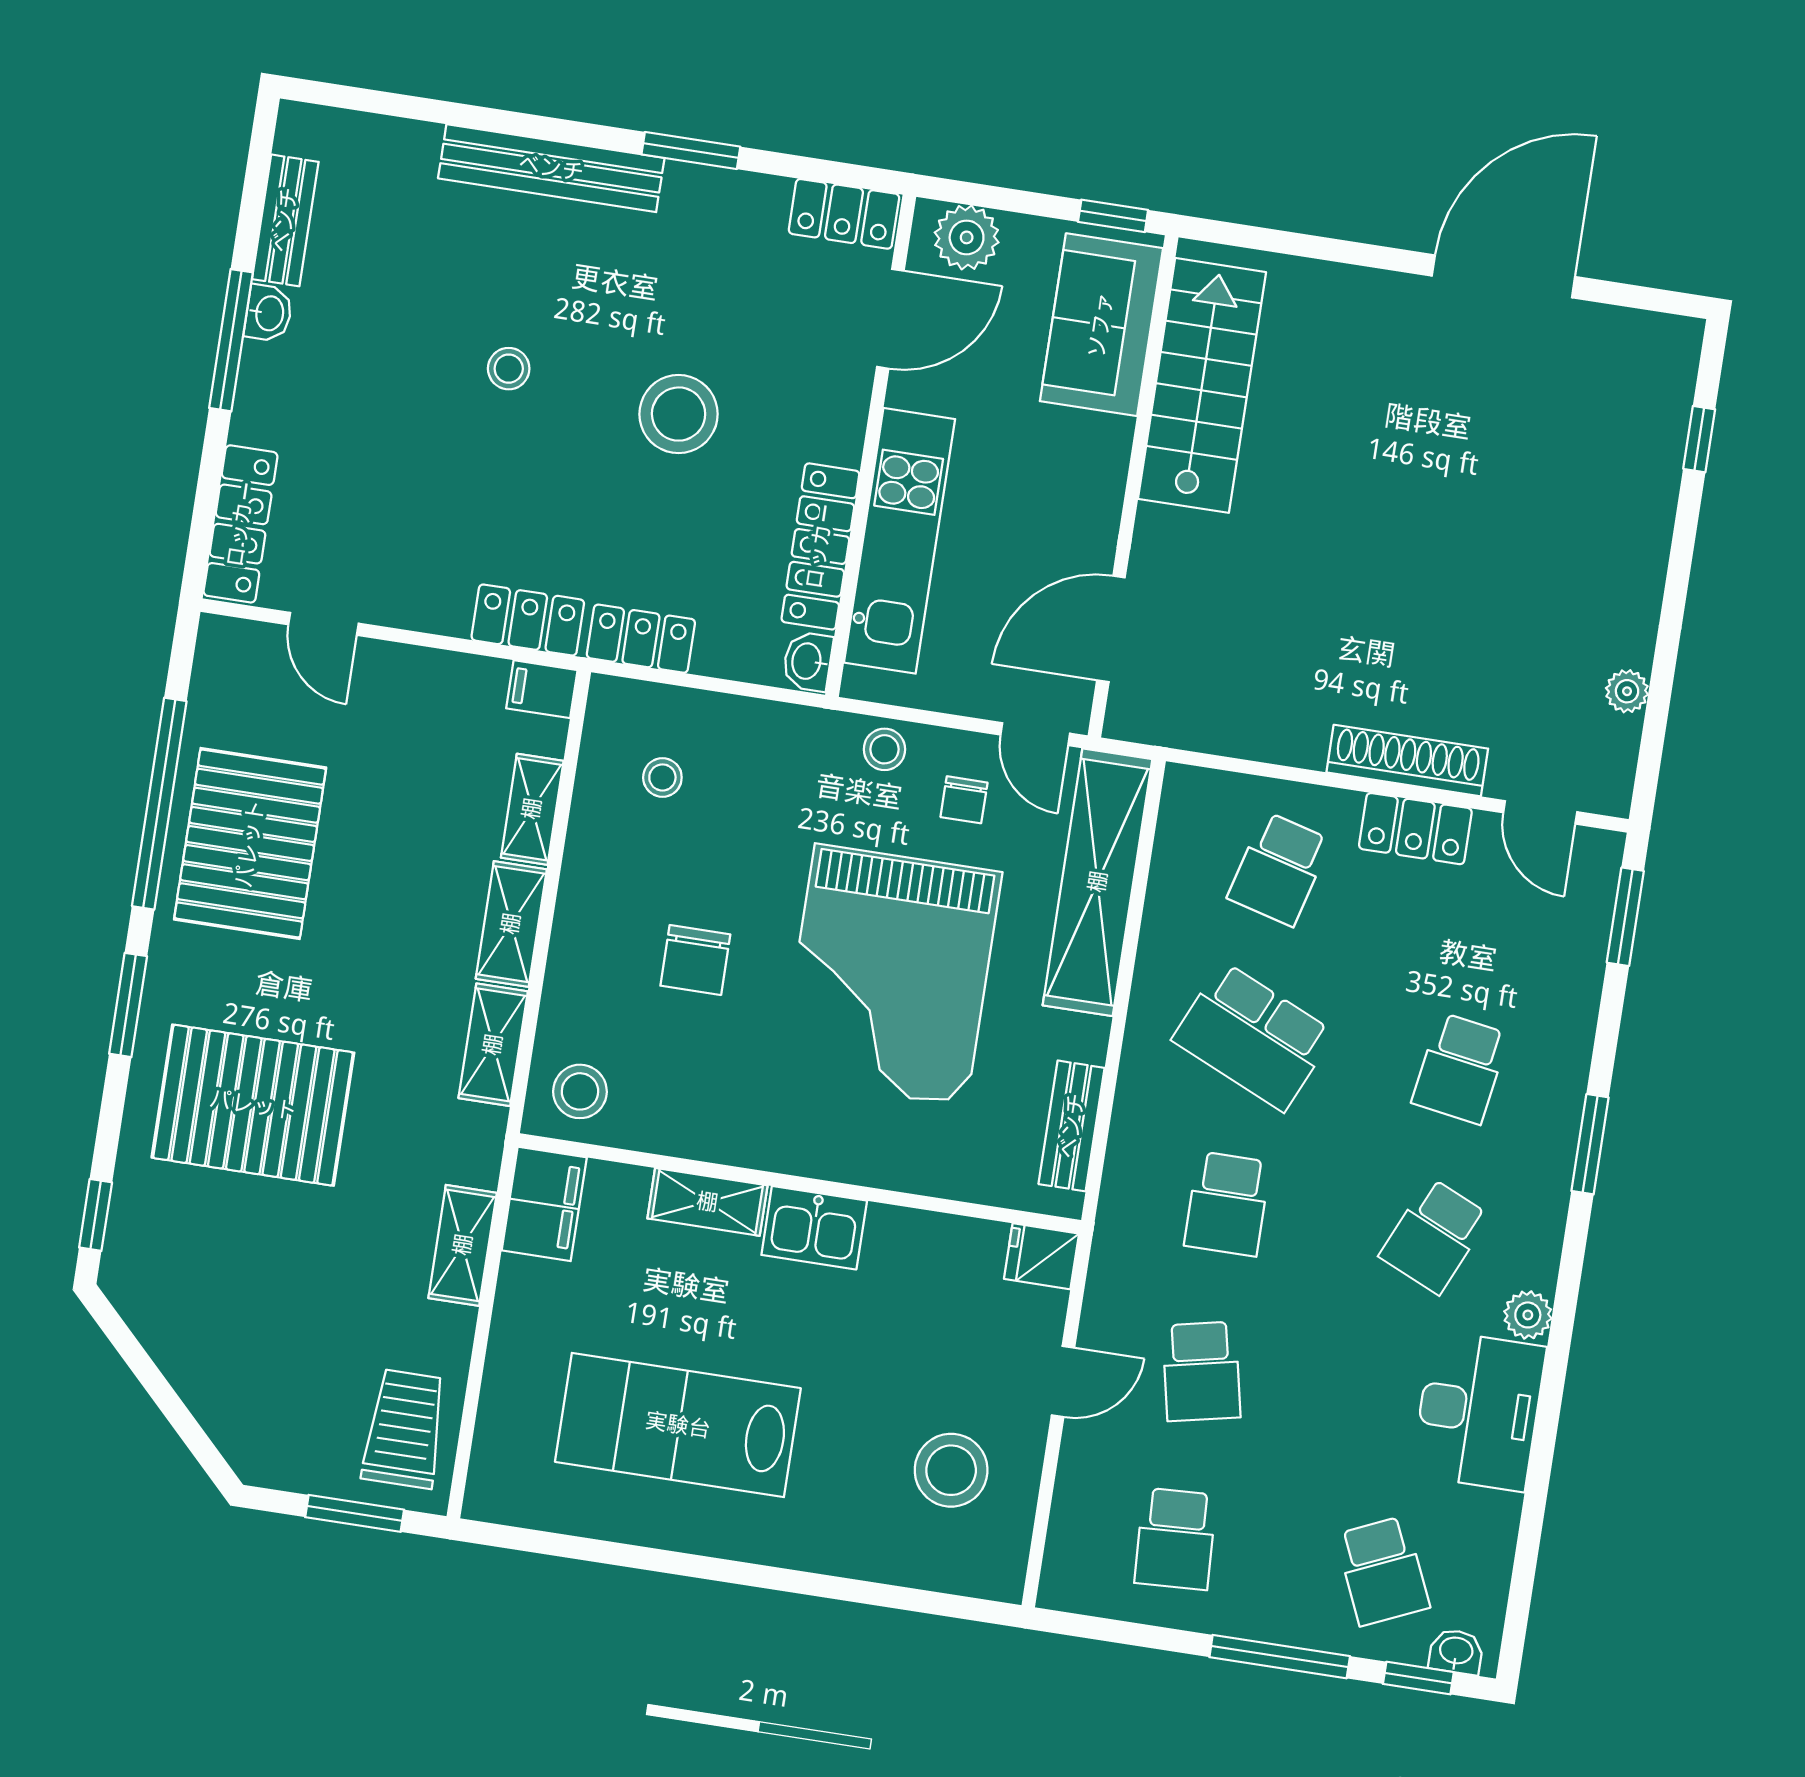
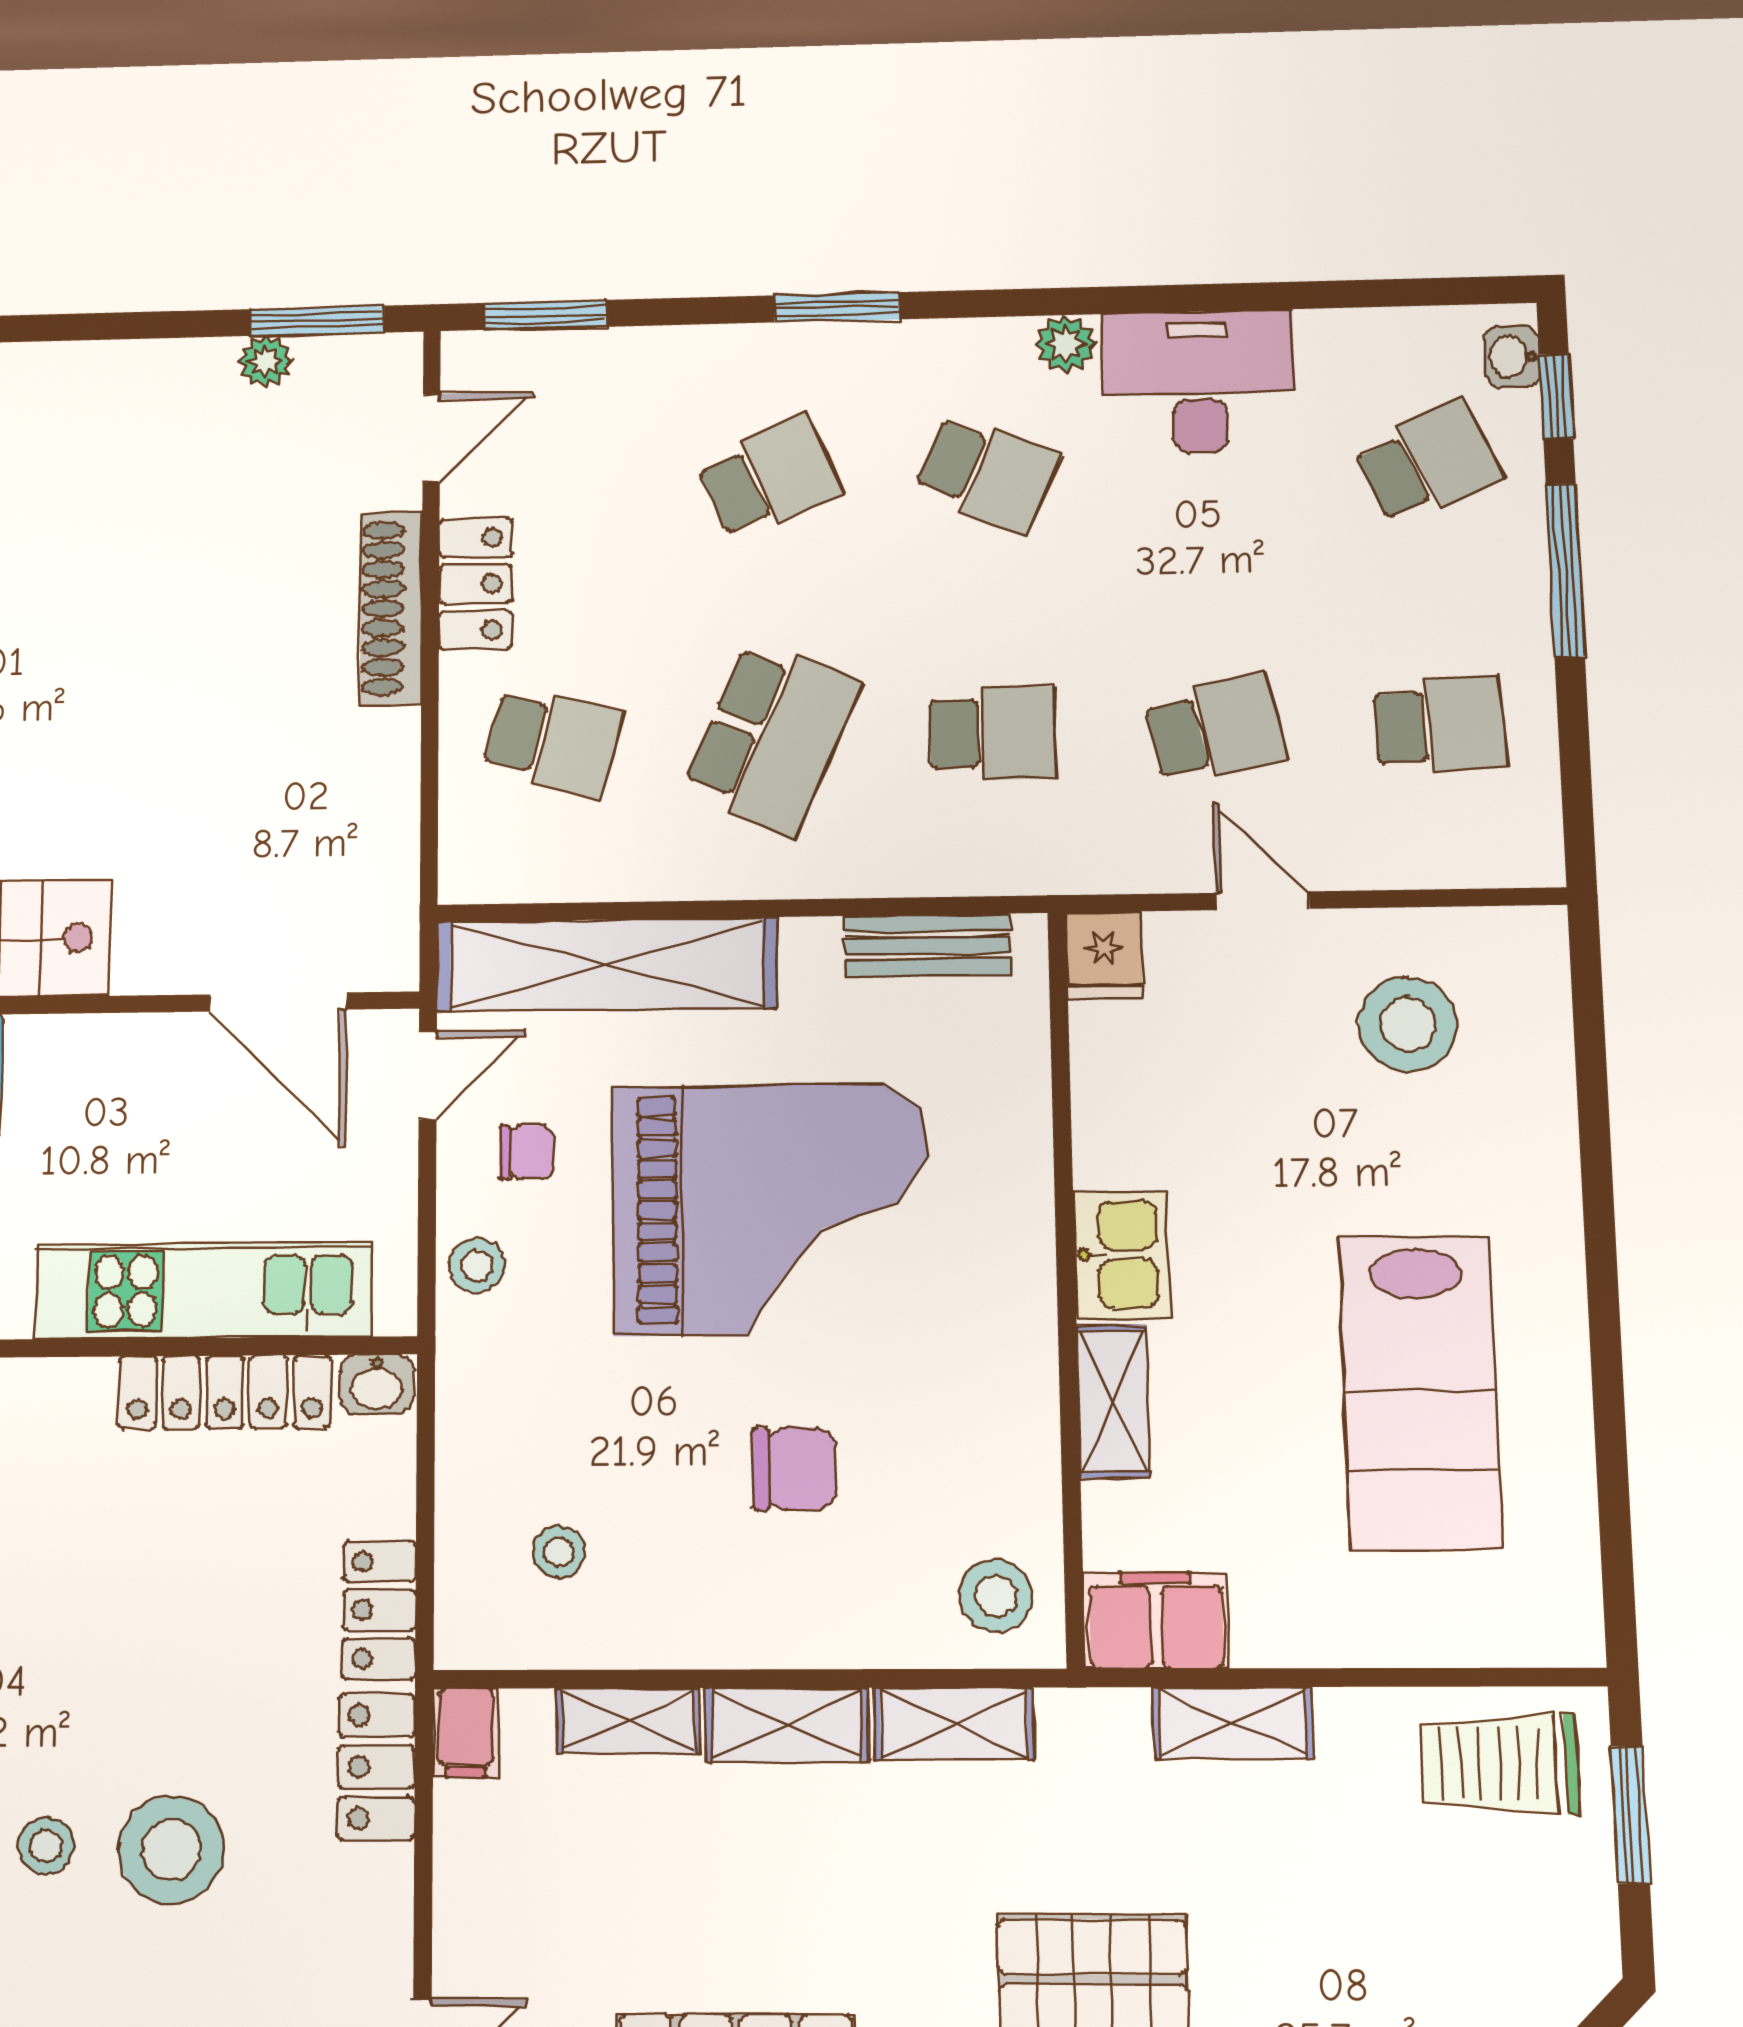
stool: (679, 414) -> (171, 1850), moved
window: (1653, 737) -> (317, 321), added
school desk: (1460, 1068) -> (769, 478), turned -33

